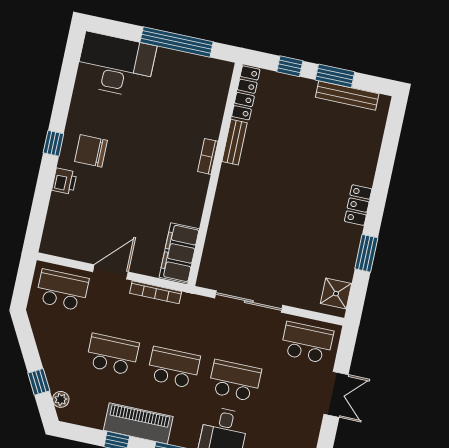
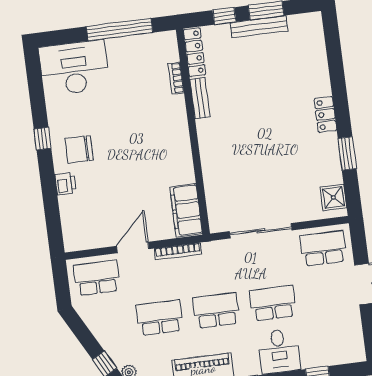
bench: (347, 95) -> (259, 27), moved
window: (53, 143) -> (43, 139), moved
bookcase: (208, 156) -> (176, 78), moved

